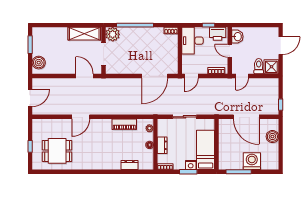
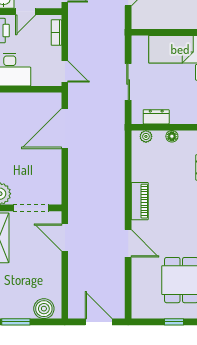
door: (84, 76) -> (65, 237), hinge flipped
door: (155, 76) -> (65, 128), swing flipped
piano: (124, 124) -> (140, 201), moved
dresser: (162, 145) -> (156, 117), moved

